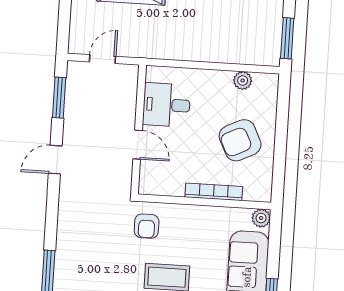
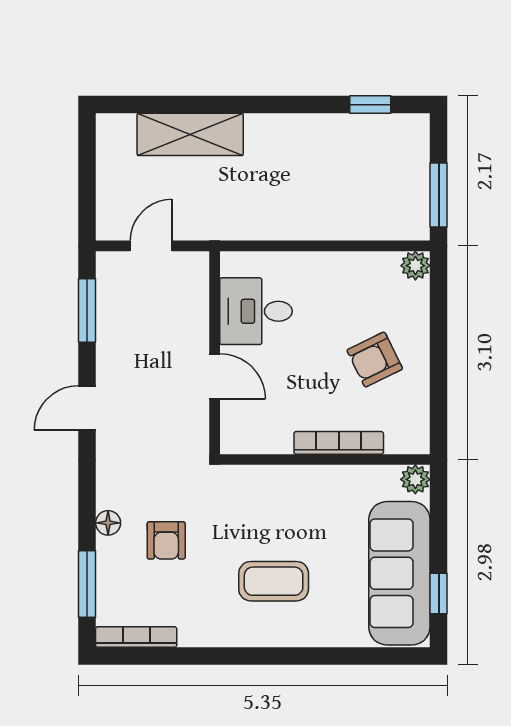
plant: (243, 80) -> (415, 266), moved
armchair: (240, 140) -> (375, 359), width x0.72, depth x0.72
armchair: (147, 226) -> (166, 540), moved
floor lamp: (64, 233) -> (108, 523), added

